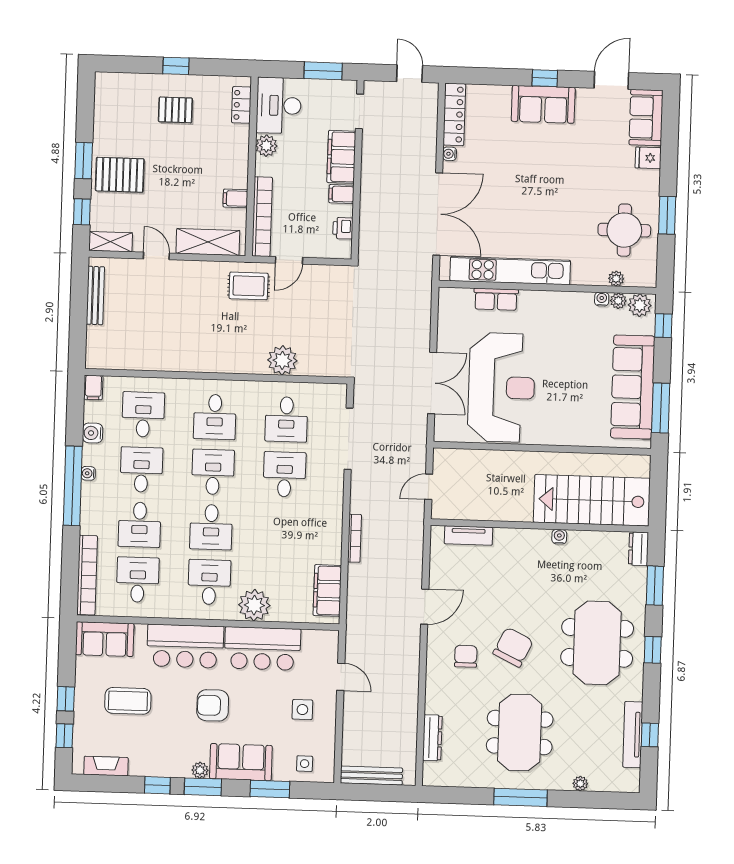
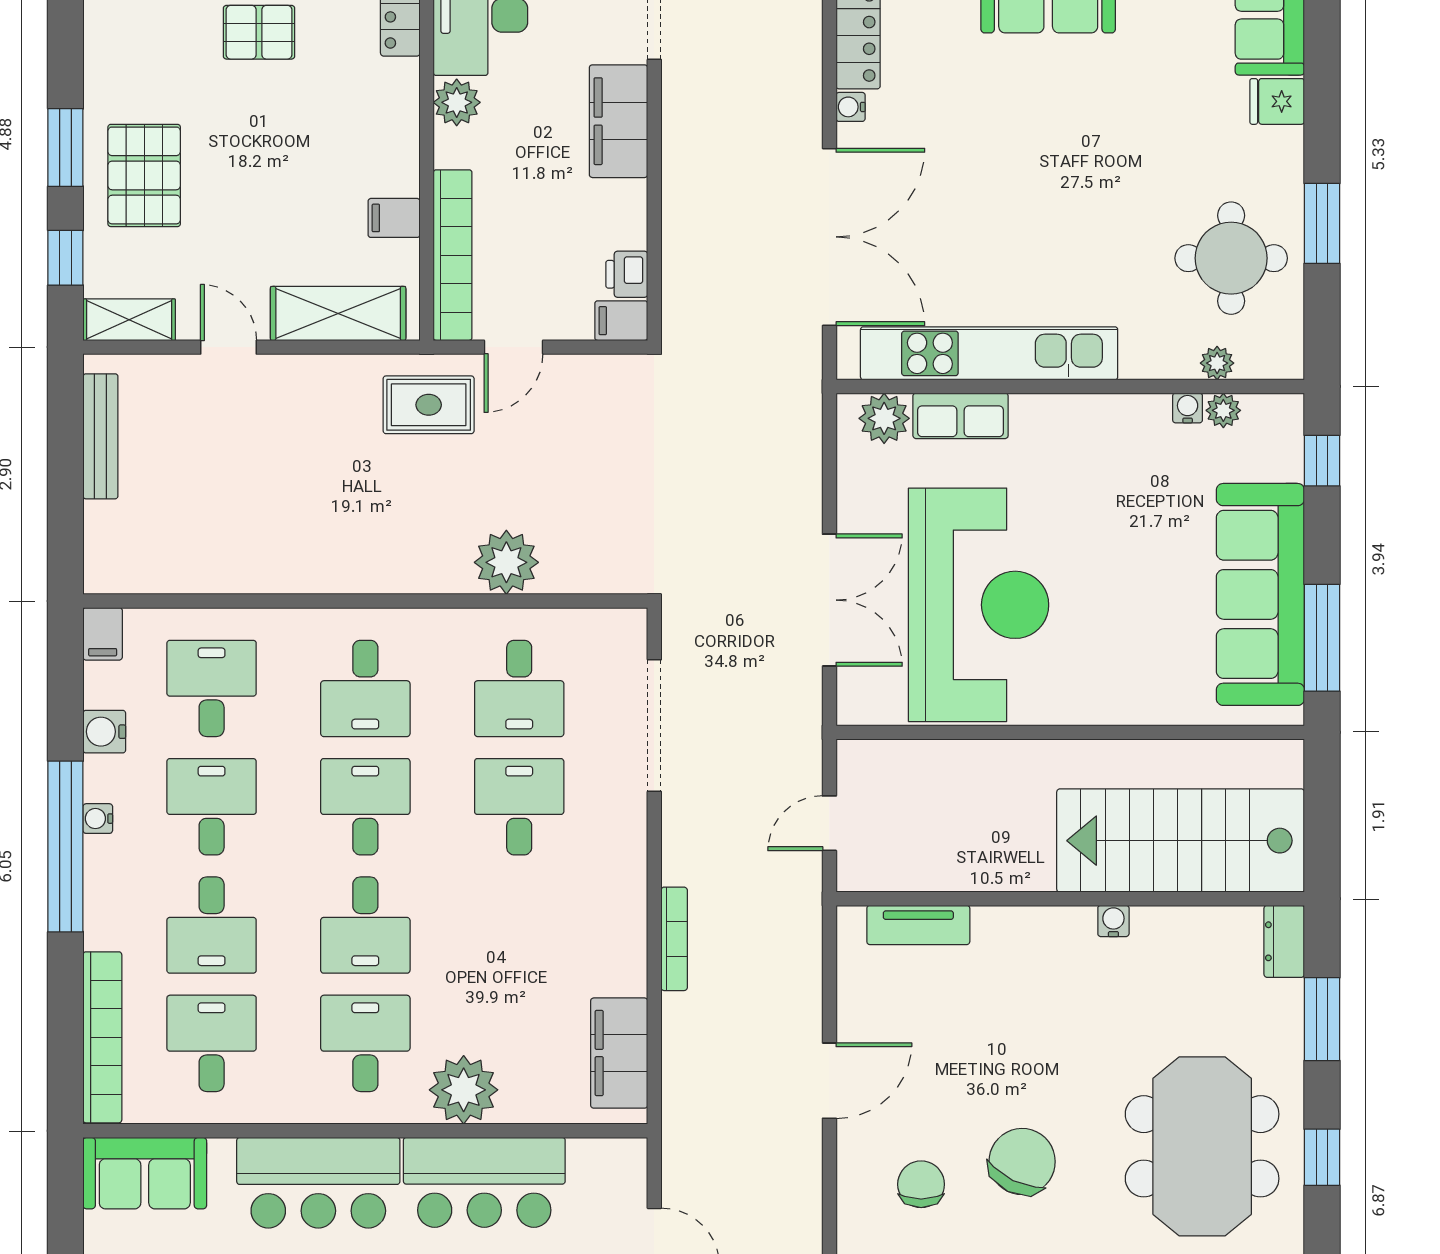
pallet: (120, 175) -> (144, 175), turned 90
filing cabinet: (341, 194) -> (621, 321), moved
plant: (640, 305) -> (884, 418), moved

